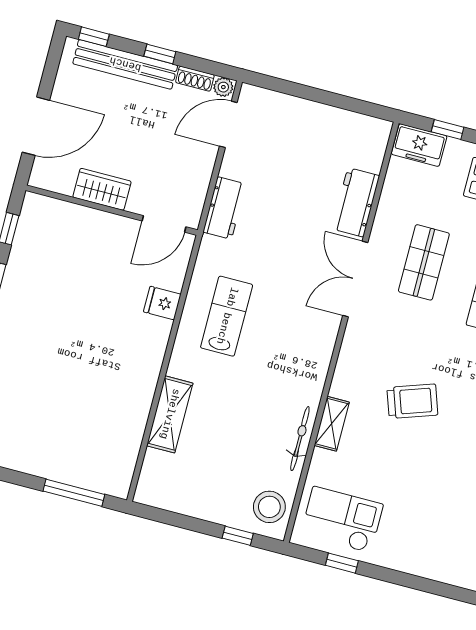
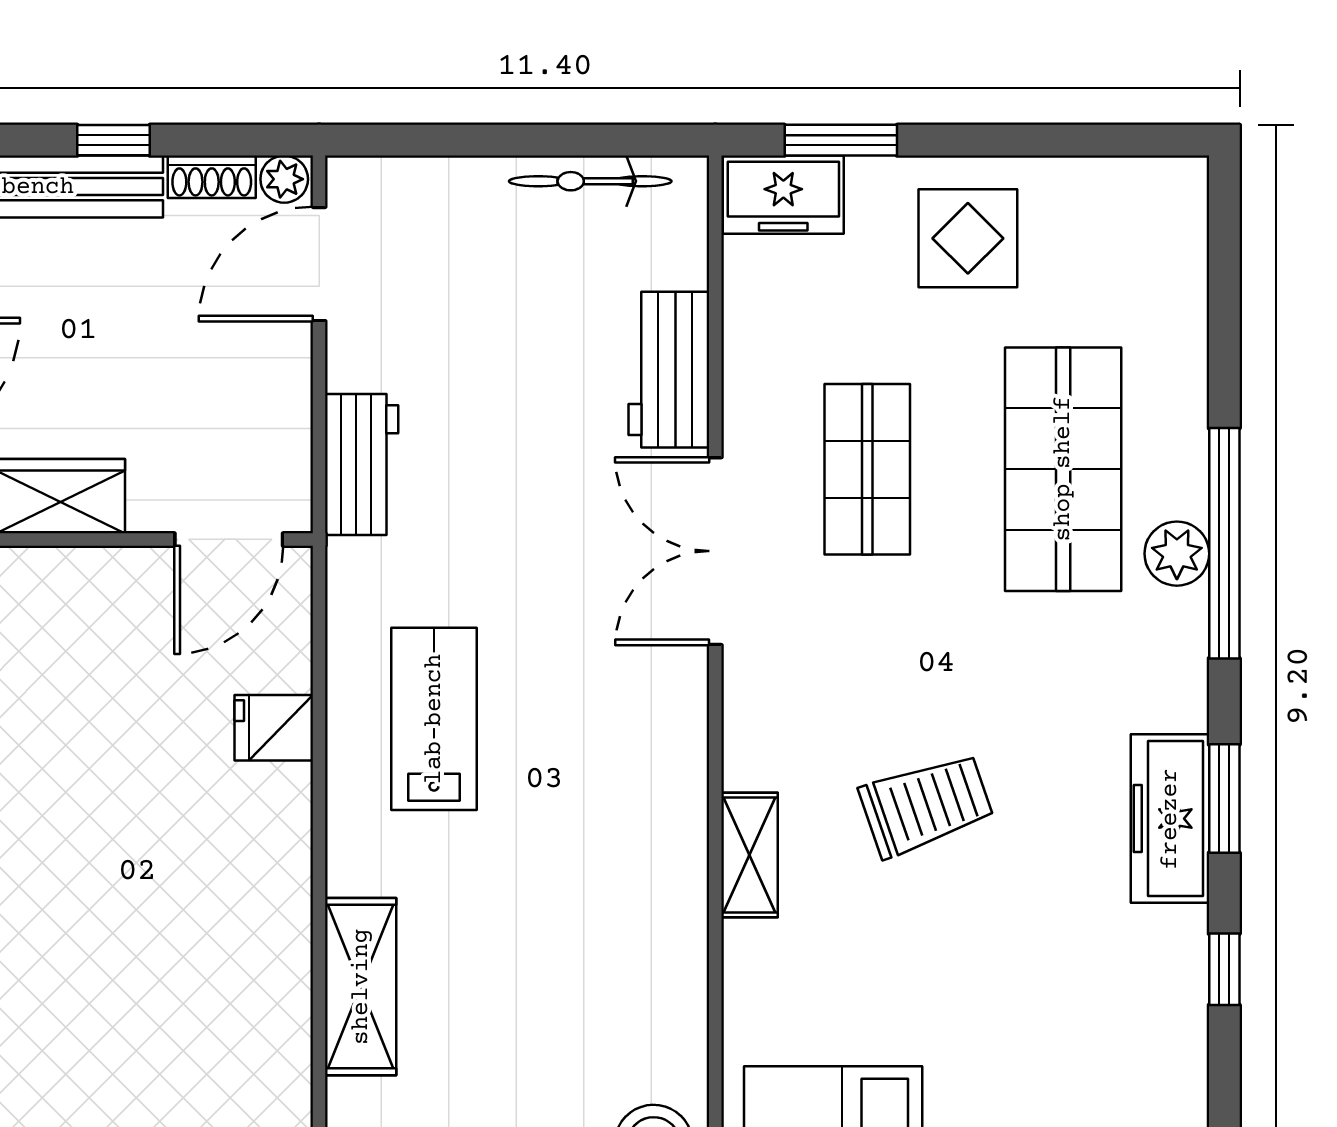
window: (448, 129) -> (841, 140), width x1.50
shelving: (332, 424) -> (749, 855), moved
bicycle: (300, 439) -> (590, 181), moved, turned -90

